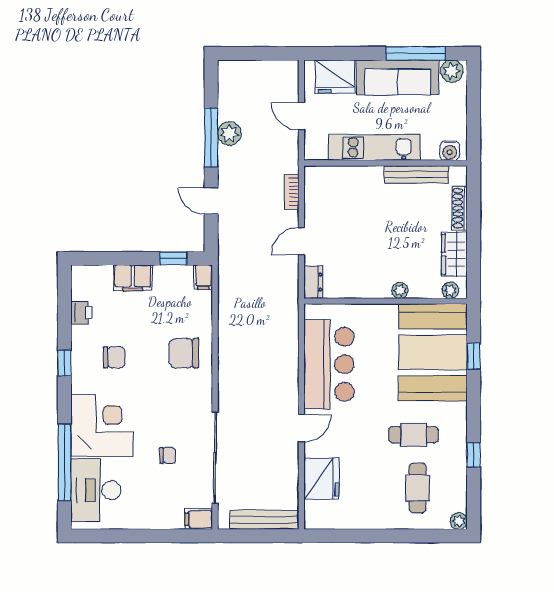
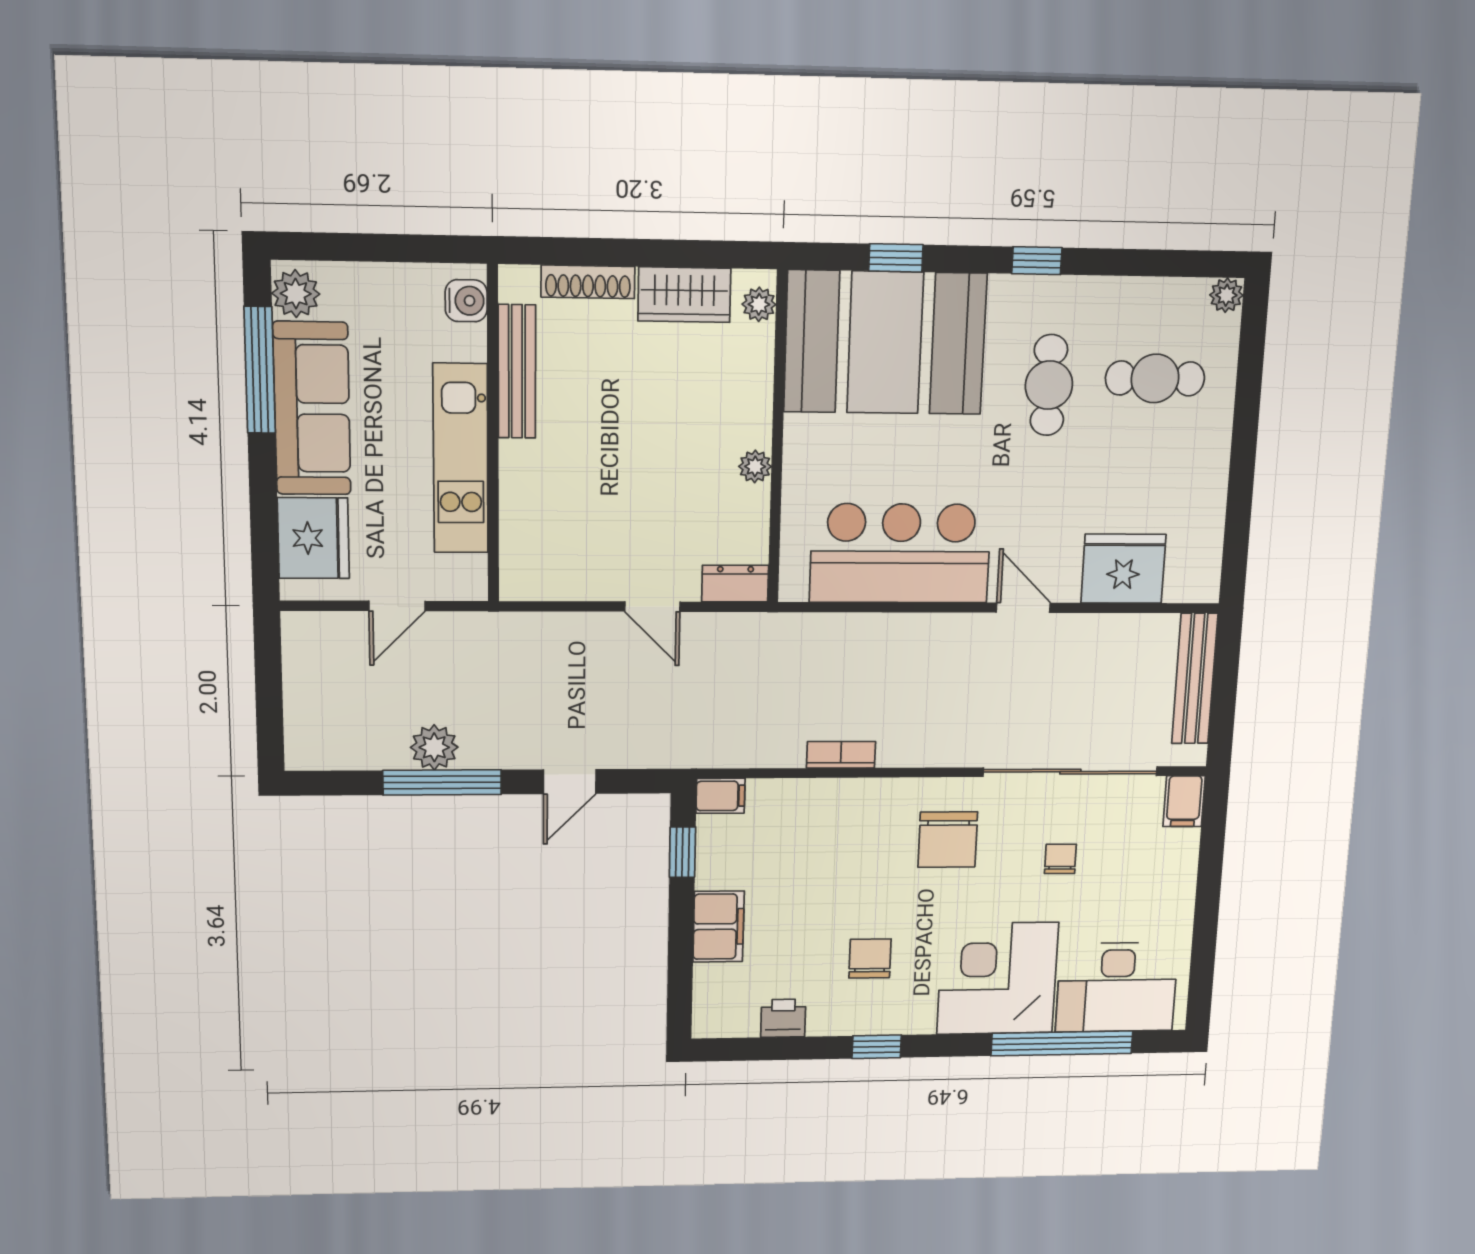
bookcase: (292, 192) -> (841, 755), moved, turned 180
plant: (400, 290) -> (755, 466), moved
chair: (184, 353) -> (948, 840), moved
window: (474, 455) -> (1037, 261), moved

